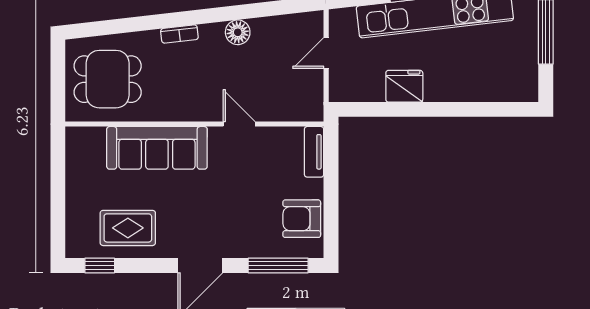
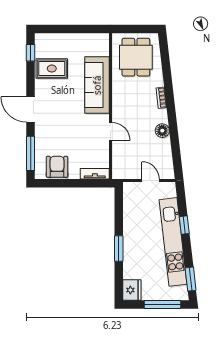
fridge: (404, 86) -> (132, 290), moved
window: (446, 109) -> (119, 248), added
door: (239, 124) -> (110, 131), hinge flipped
rug: (128, 228) -> (52, 69), turned 90

